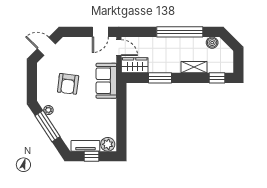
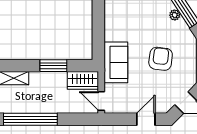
door: (100, 32) -> (146, 119), moved
plant: (48, 110) -> (175, 15), moved

